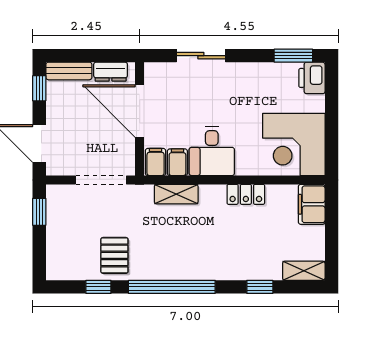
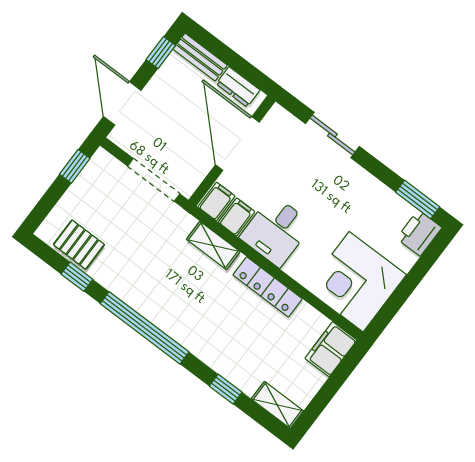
locker: (246, 194) -> (268, 287), width x1.53
pallet: (114, 255) -> (79, 245), moved, turned 90

